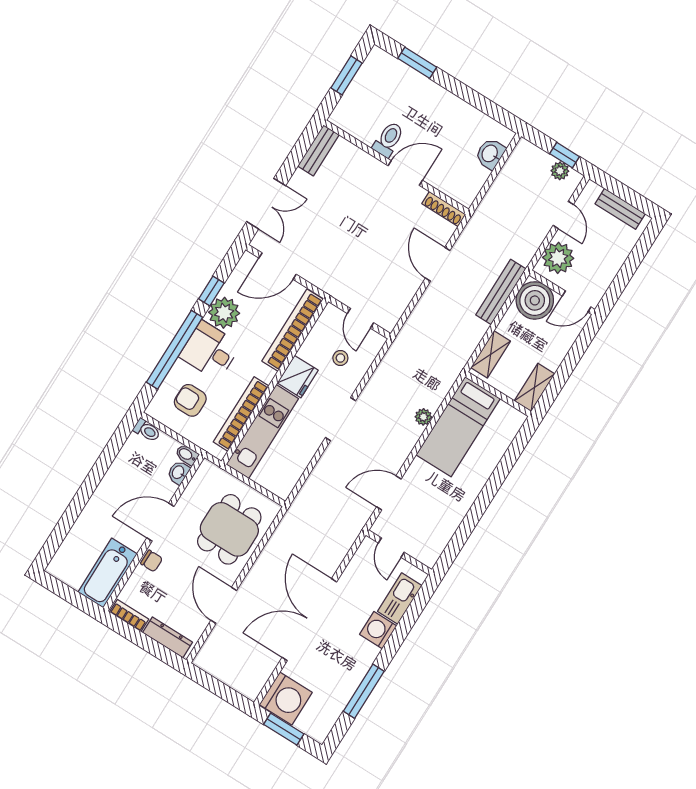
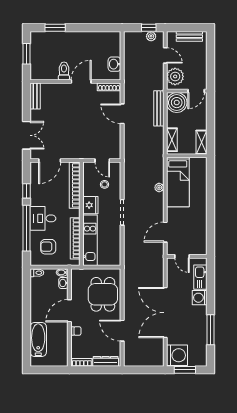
washbasin: (490, 154) -> (114, 64), moved
plant: (224, 313) -> (39, 197), removed
bathtub: (108, 573) -> (38, 340), moved, turned 180

